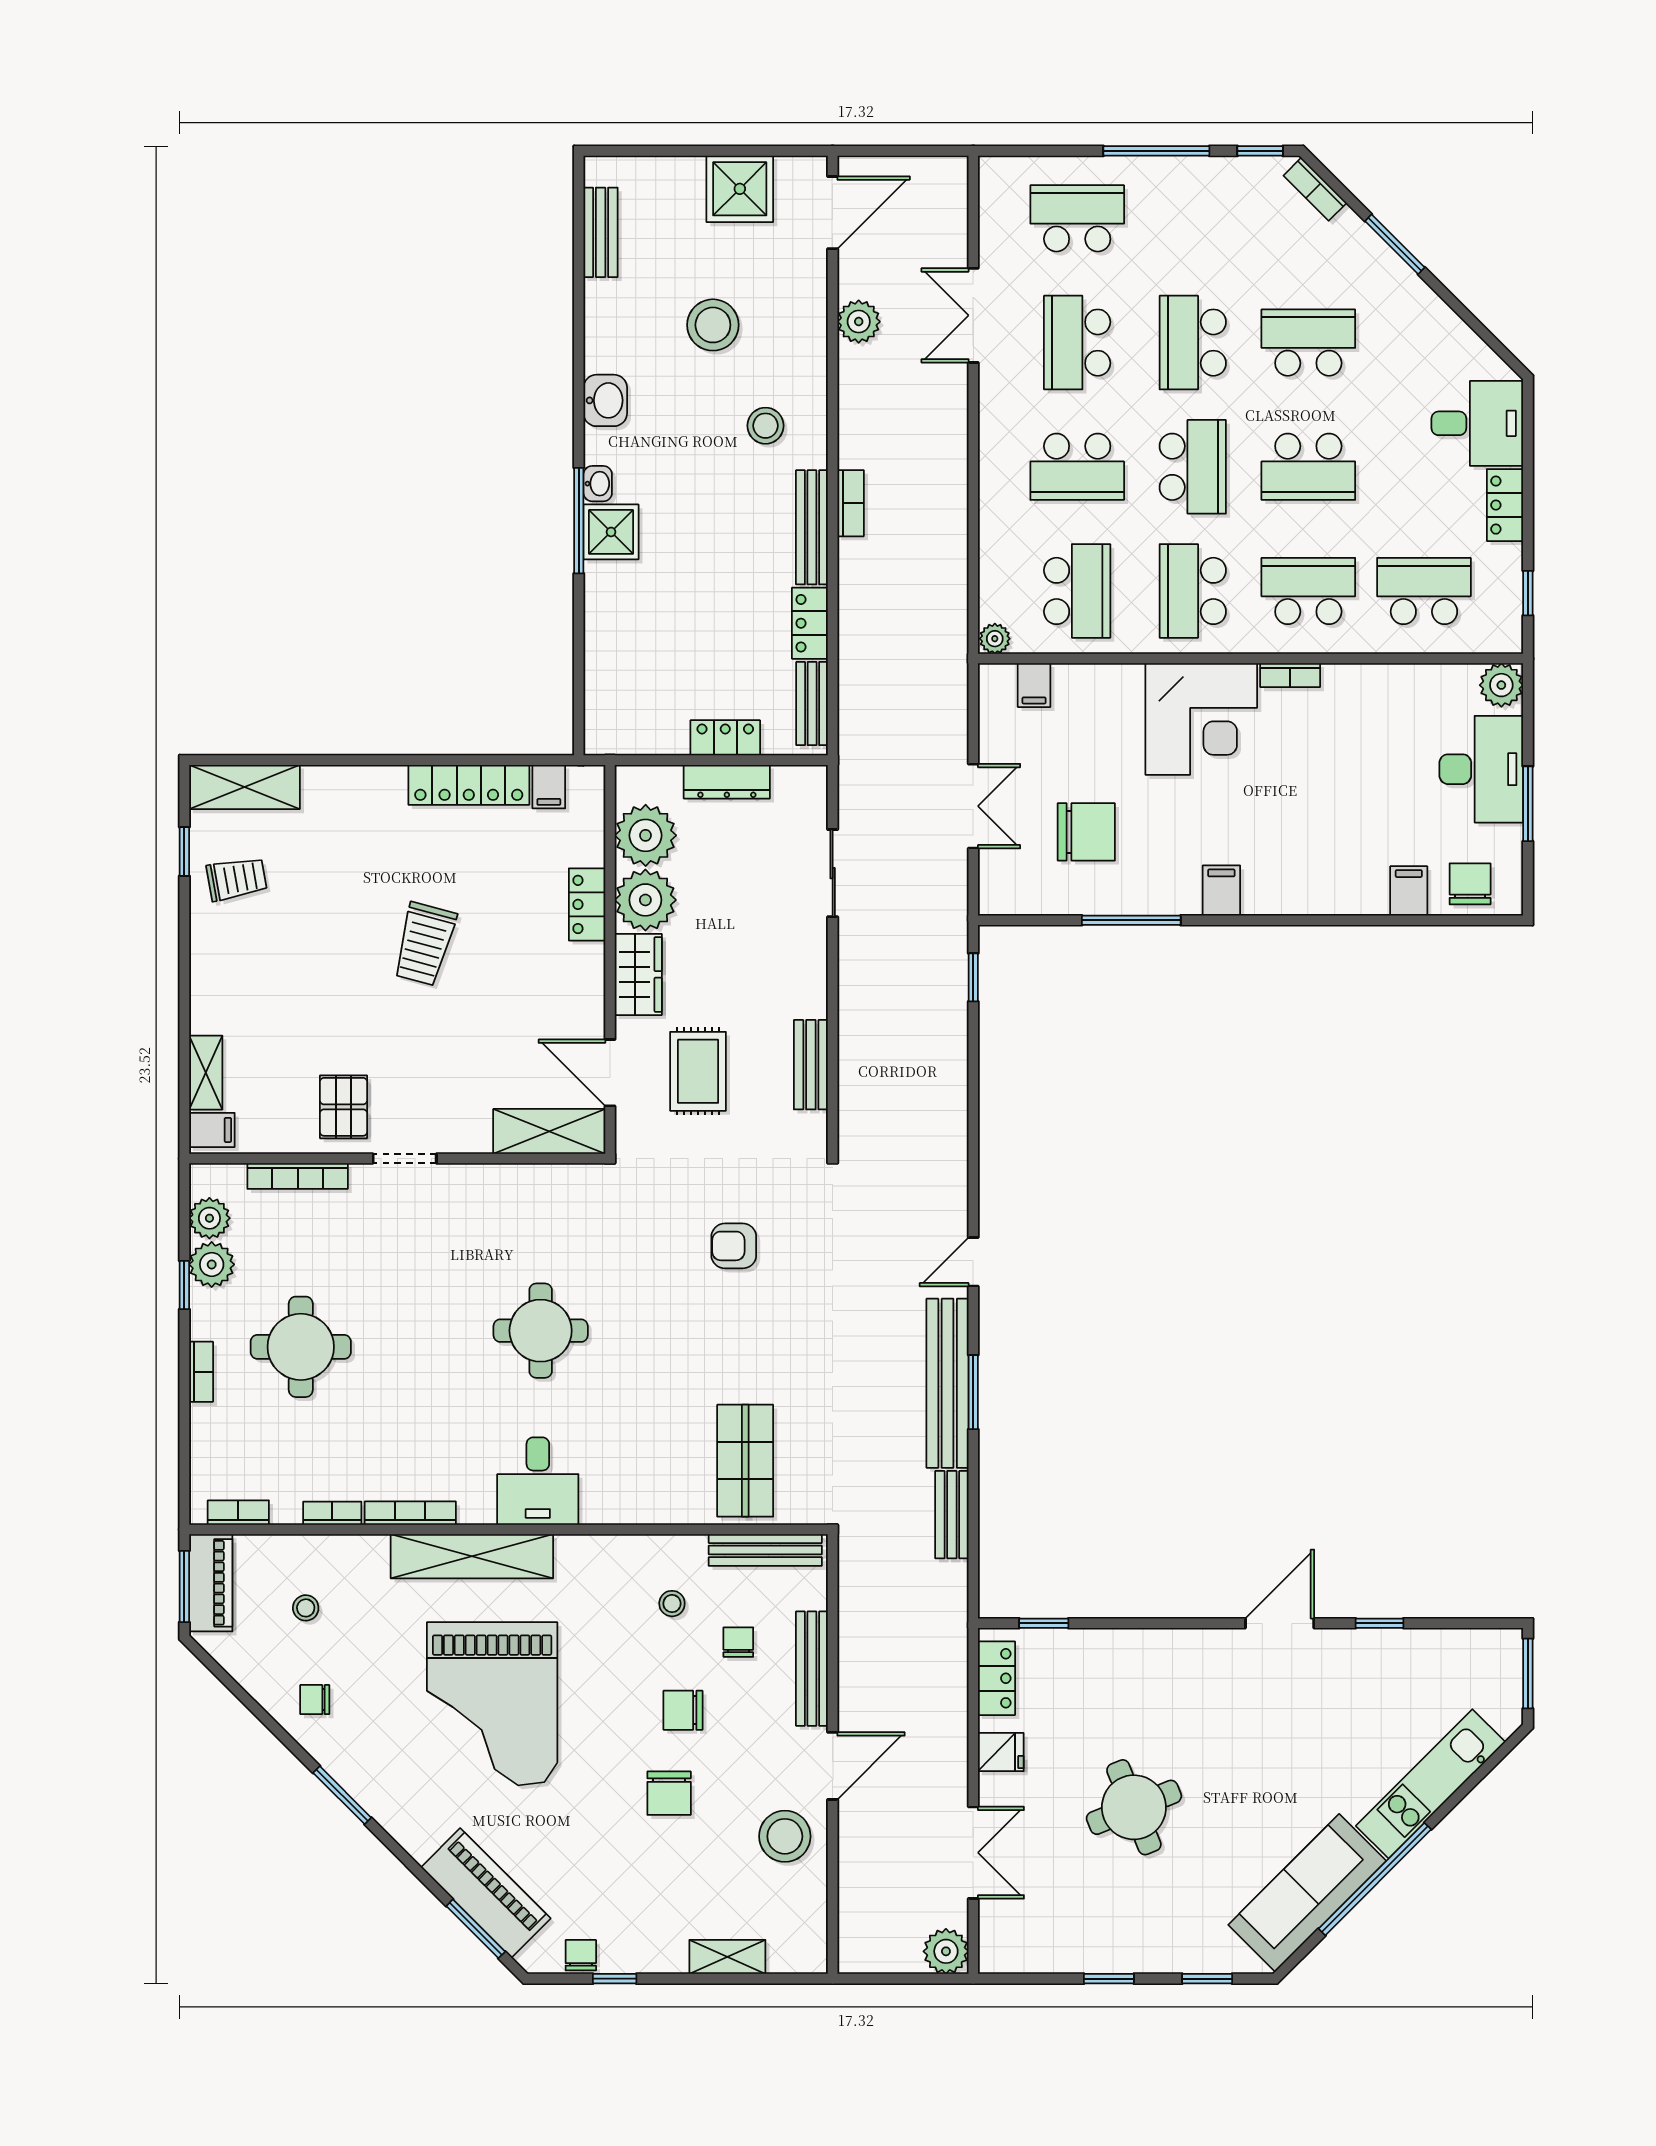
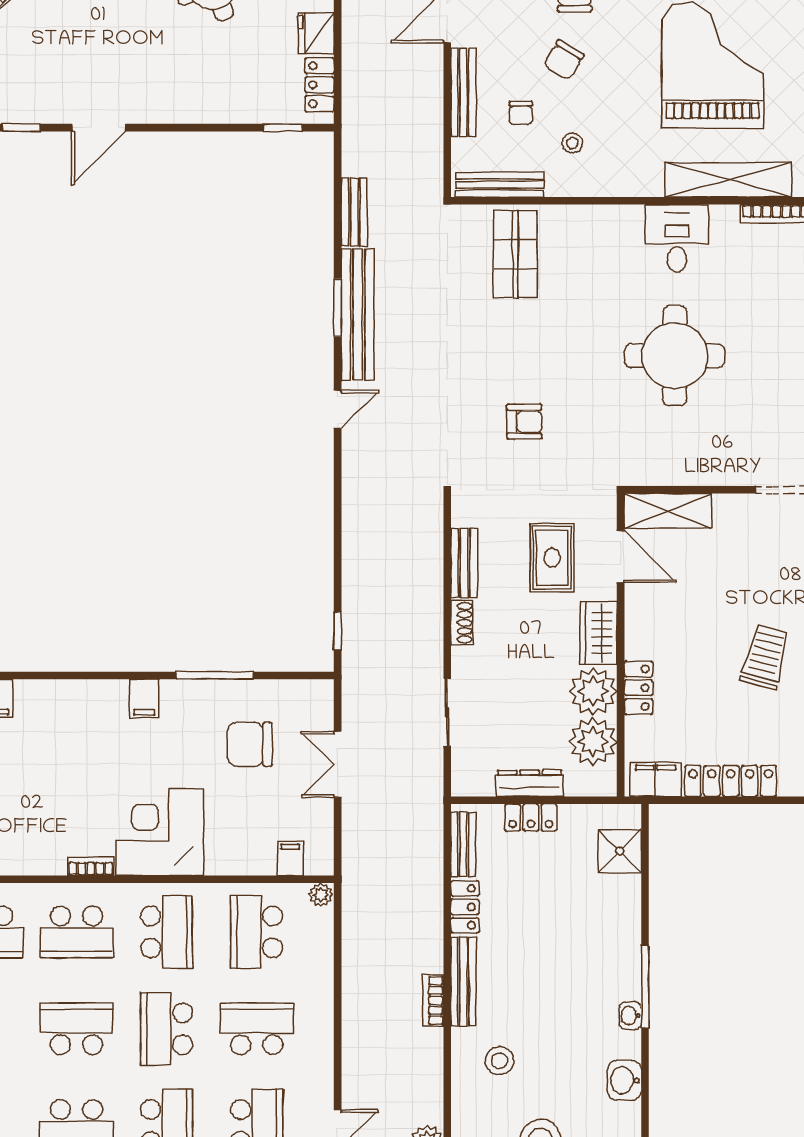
shower: (611, 532) -> (620, 851), moved
filing cabinet: (549, 787) -> (656, 780), width x2.00
shoe rack: (814, 988) -> (462, 623), added
round table: (541, 1331) -> (675, 356), width x1.36, depth x1.36
chair: (683, 1710) -> (564, 60), turned 121
fridge: (1001, 1752) -> (316, 33), width x1.38

